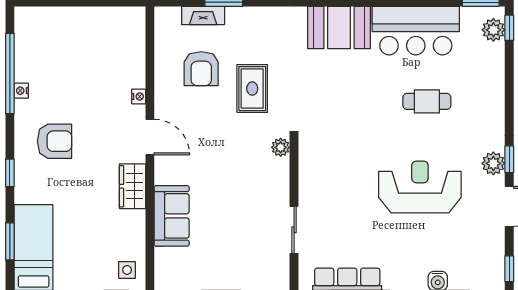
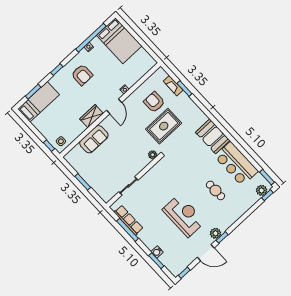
bed: (55, 34) -> (119, 41), added
armchair: (201, 69) -> (154, 102), turned 90
rug: (252, 89) -> (164, 126), width x1.36, depth x1.43

